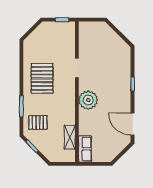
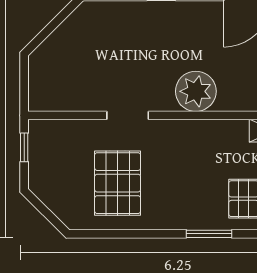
pallet: (42, 78) -> (118, 183), moved, turned 90

